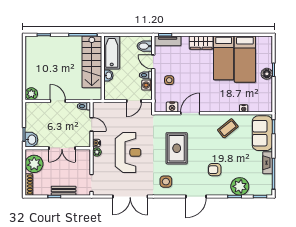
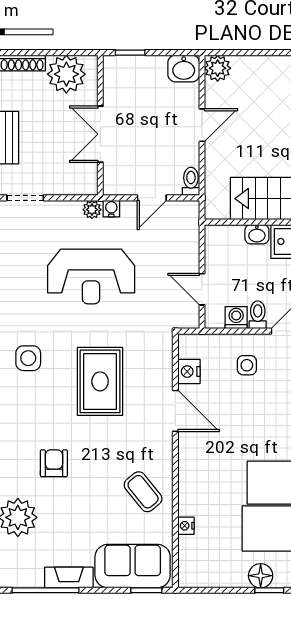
washbasin: (31, 140) -> (184, 68), moved
rug: (177, 148) -> (100, 381), turned 90

